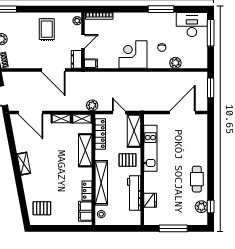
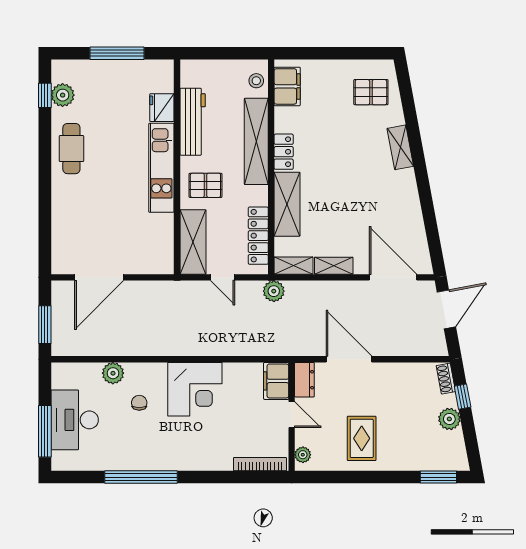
window: (161, 9) -> (141, 477), width x1.46
desk: (192, 25) -> (75, 420), moved, turned 90
door: (83, 41) -> (292, 415), swing flipped
filing cabinet: (91, 64) -> (276, 381), width x2.00
kitchen unit: (150, 148) -> (161, 168), moved
shelving: (24, 164) -> (400, 147), moved
locker: (87, 191) -> (284, 152), moved

